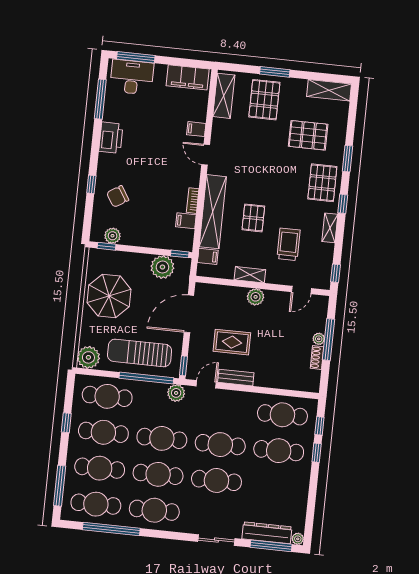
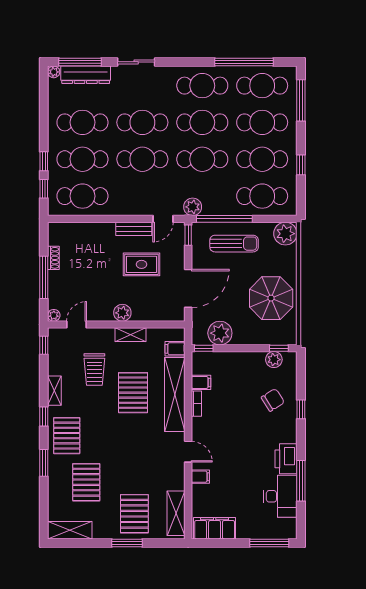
desk: (132, 77) -> (280, 496), moved, turned -90
window: (100, 99) -> (301, 481), moved
pallet: (308, 135) -> (86, 482), turned 90
pallet: (253, 218) -> (133, 393), width x1.50, depth x1.42
plant: (319, 339) -> (54, 315), moved
sun lounger: (140, 353) -> (234, 244), width x0.73, depth x0.75
cafe table: (275, 487) -> (82, 122), added

